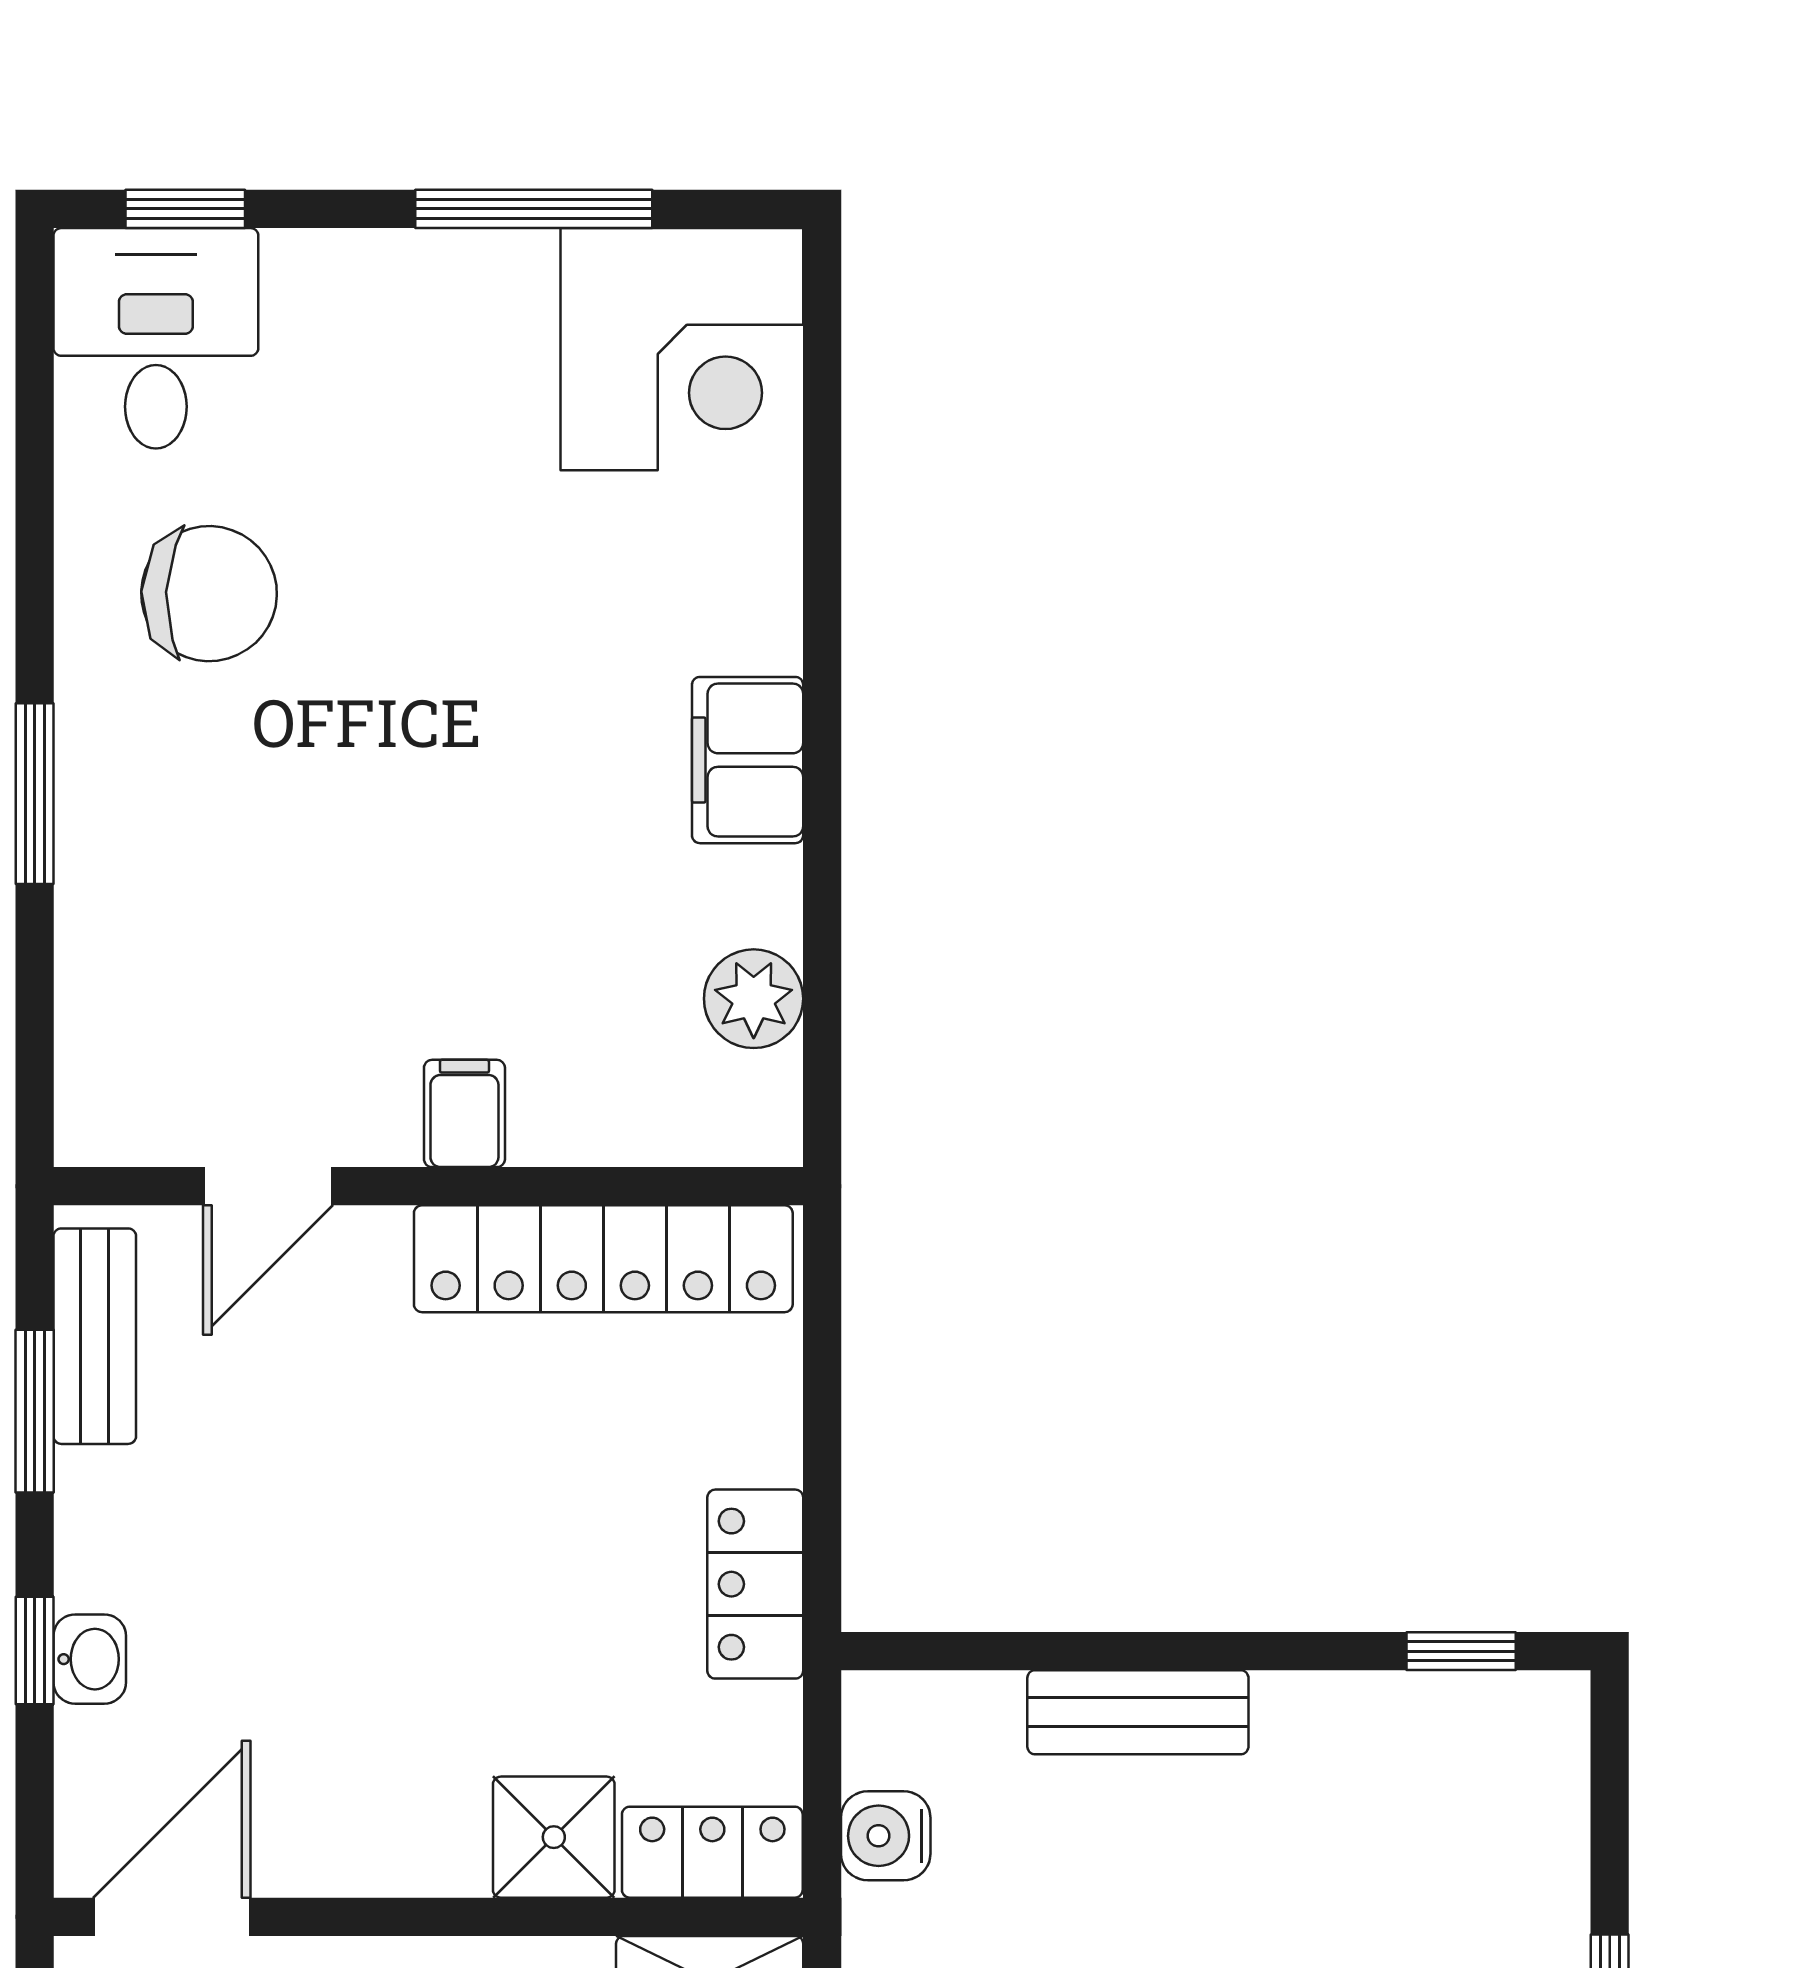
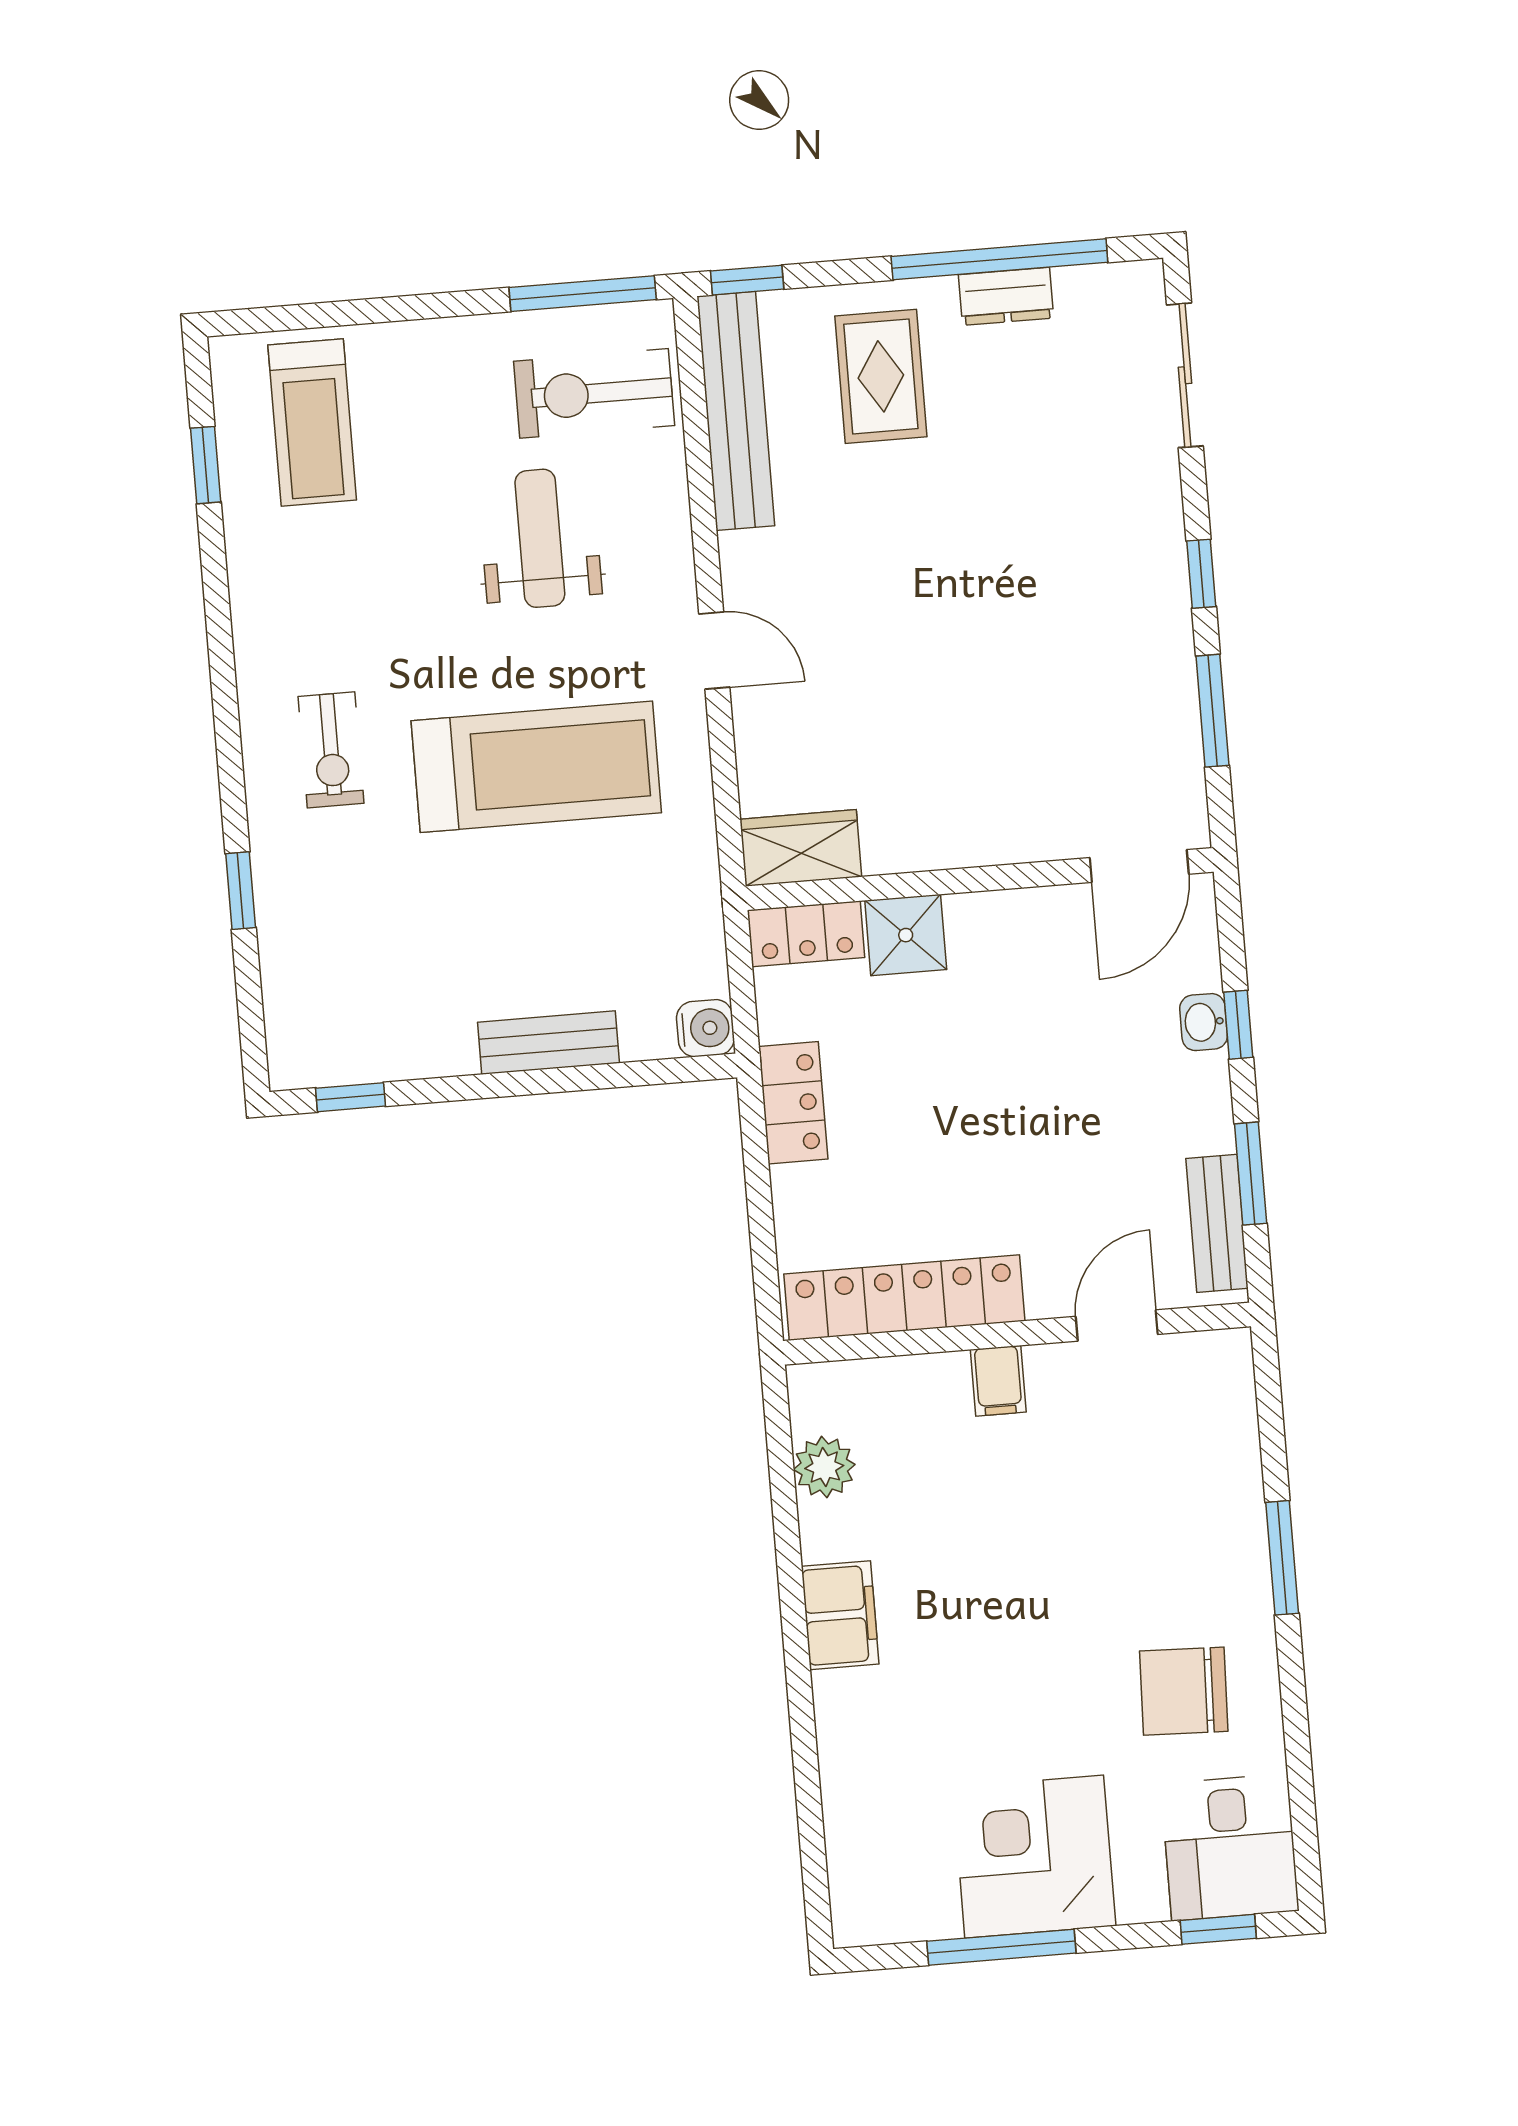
corner desk: (682, 349) -> (1034, 1857), moved
water cooler: (886, 1836) -> (705, 1028), moved

